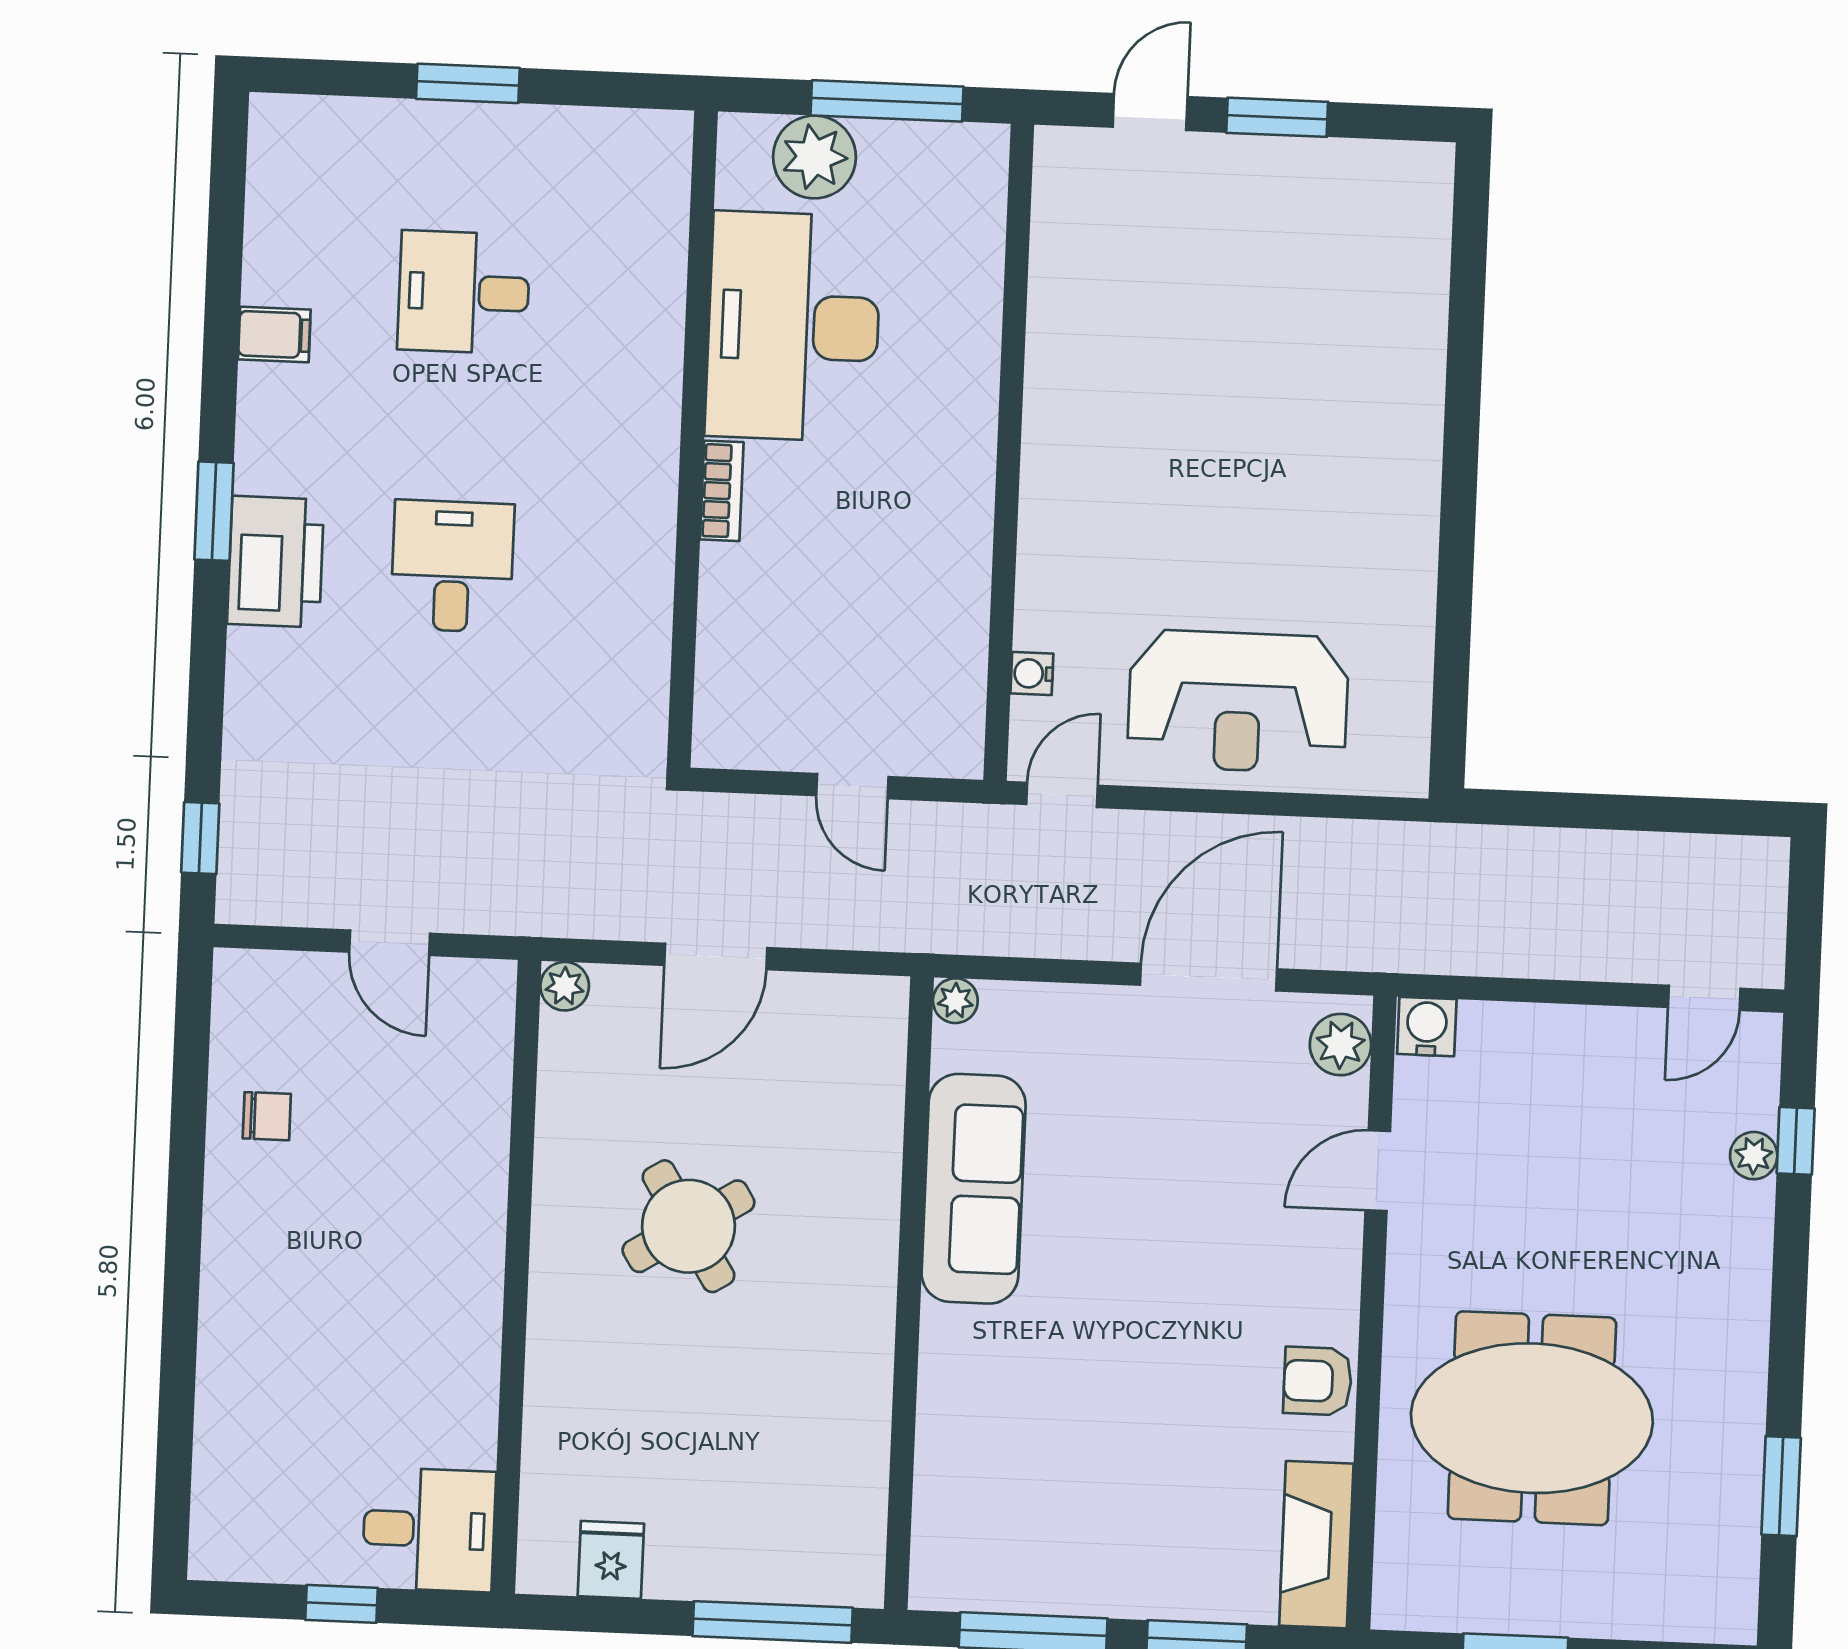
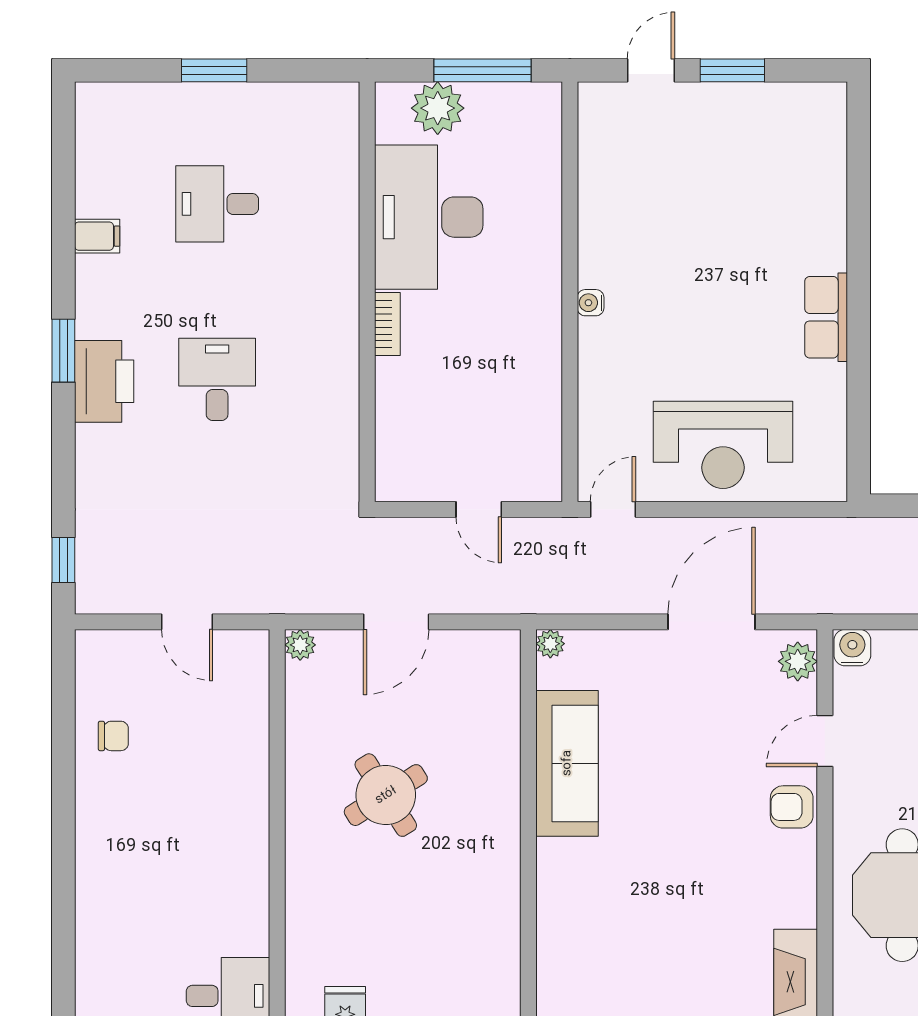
row of seats: (1407, 509) -> (826, 317), added
water cooler: (1032, 673) -> (591, 303), moved
armchair: (1318, 1381) -> (792, 807), moved

